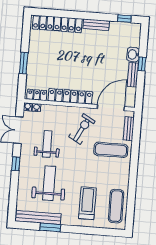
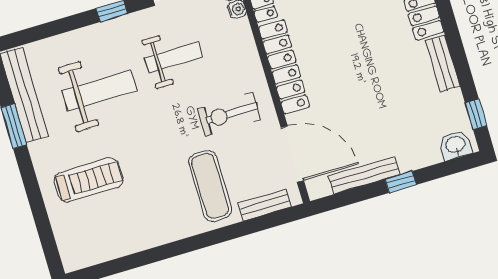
washbasin: (133, 54) -> (455, 145), moved
bench: (133, 75) -> (364, 175), width x1.36
exercise bike: (82, 129) -> (229, 114), turned 152
exercise mat: (116, 206) -> (105, 238), removed

